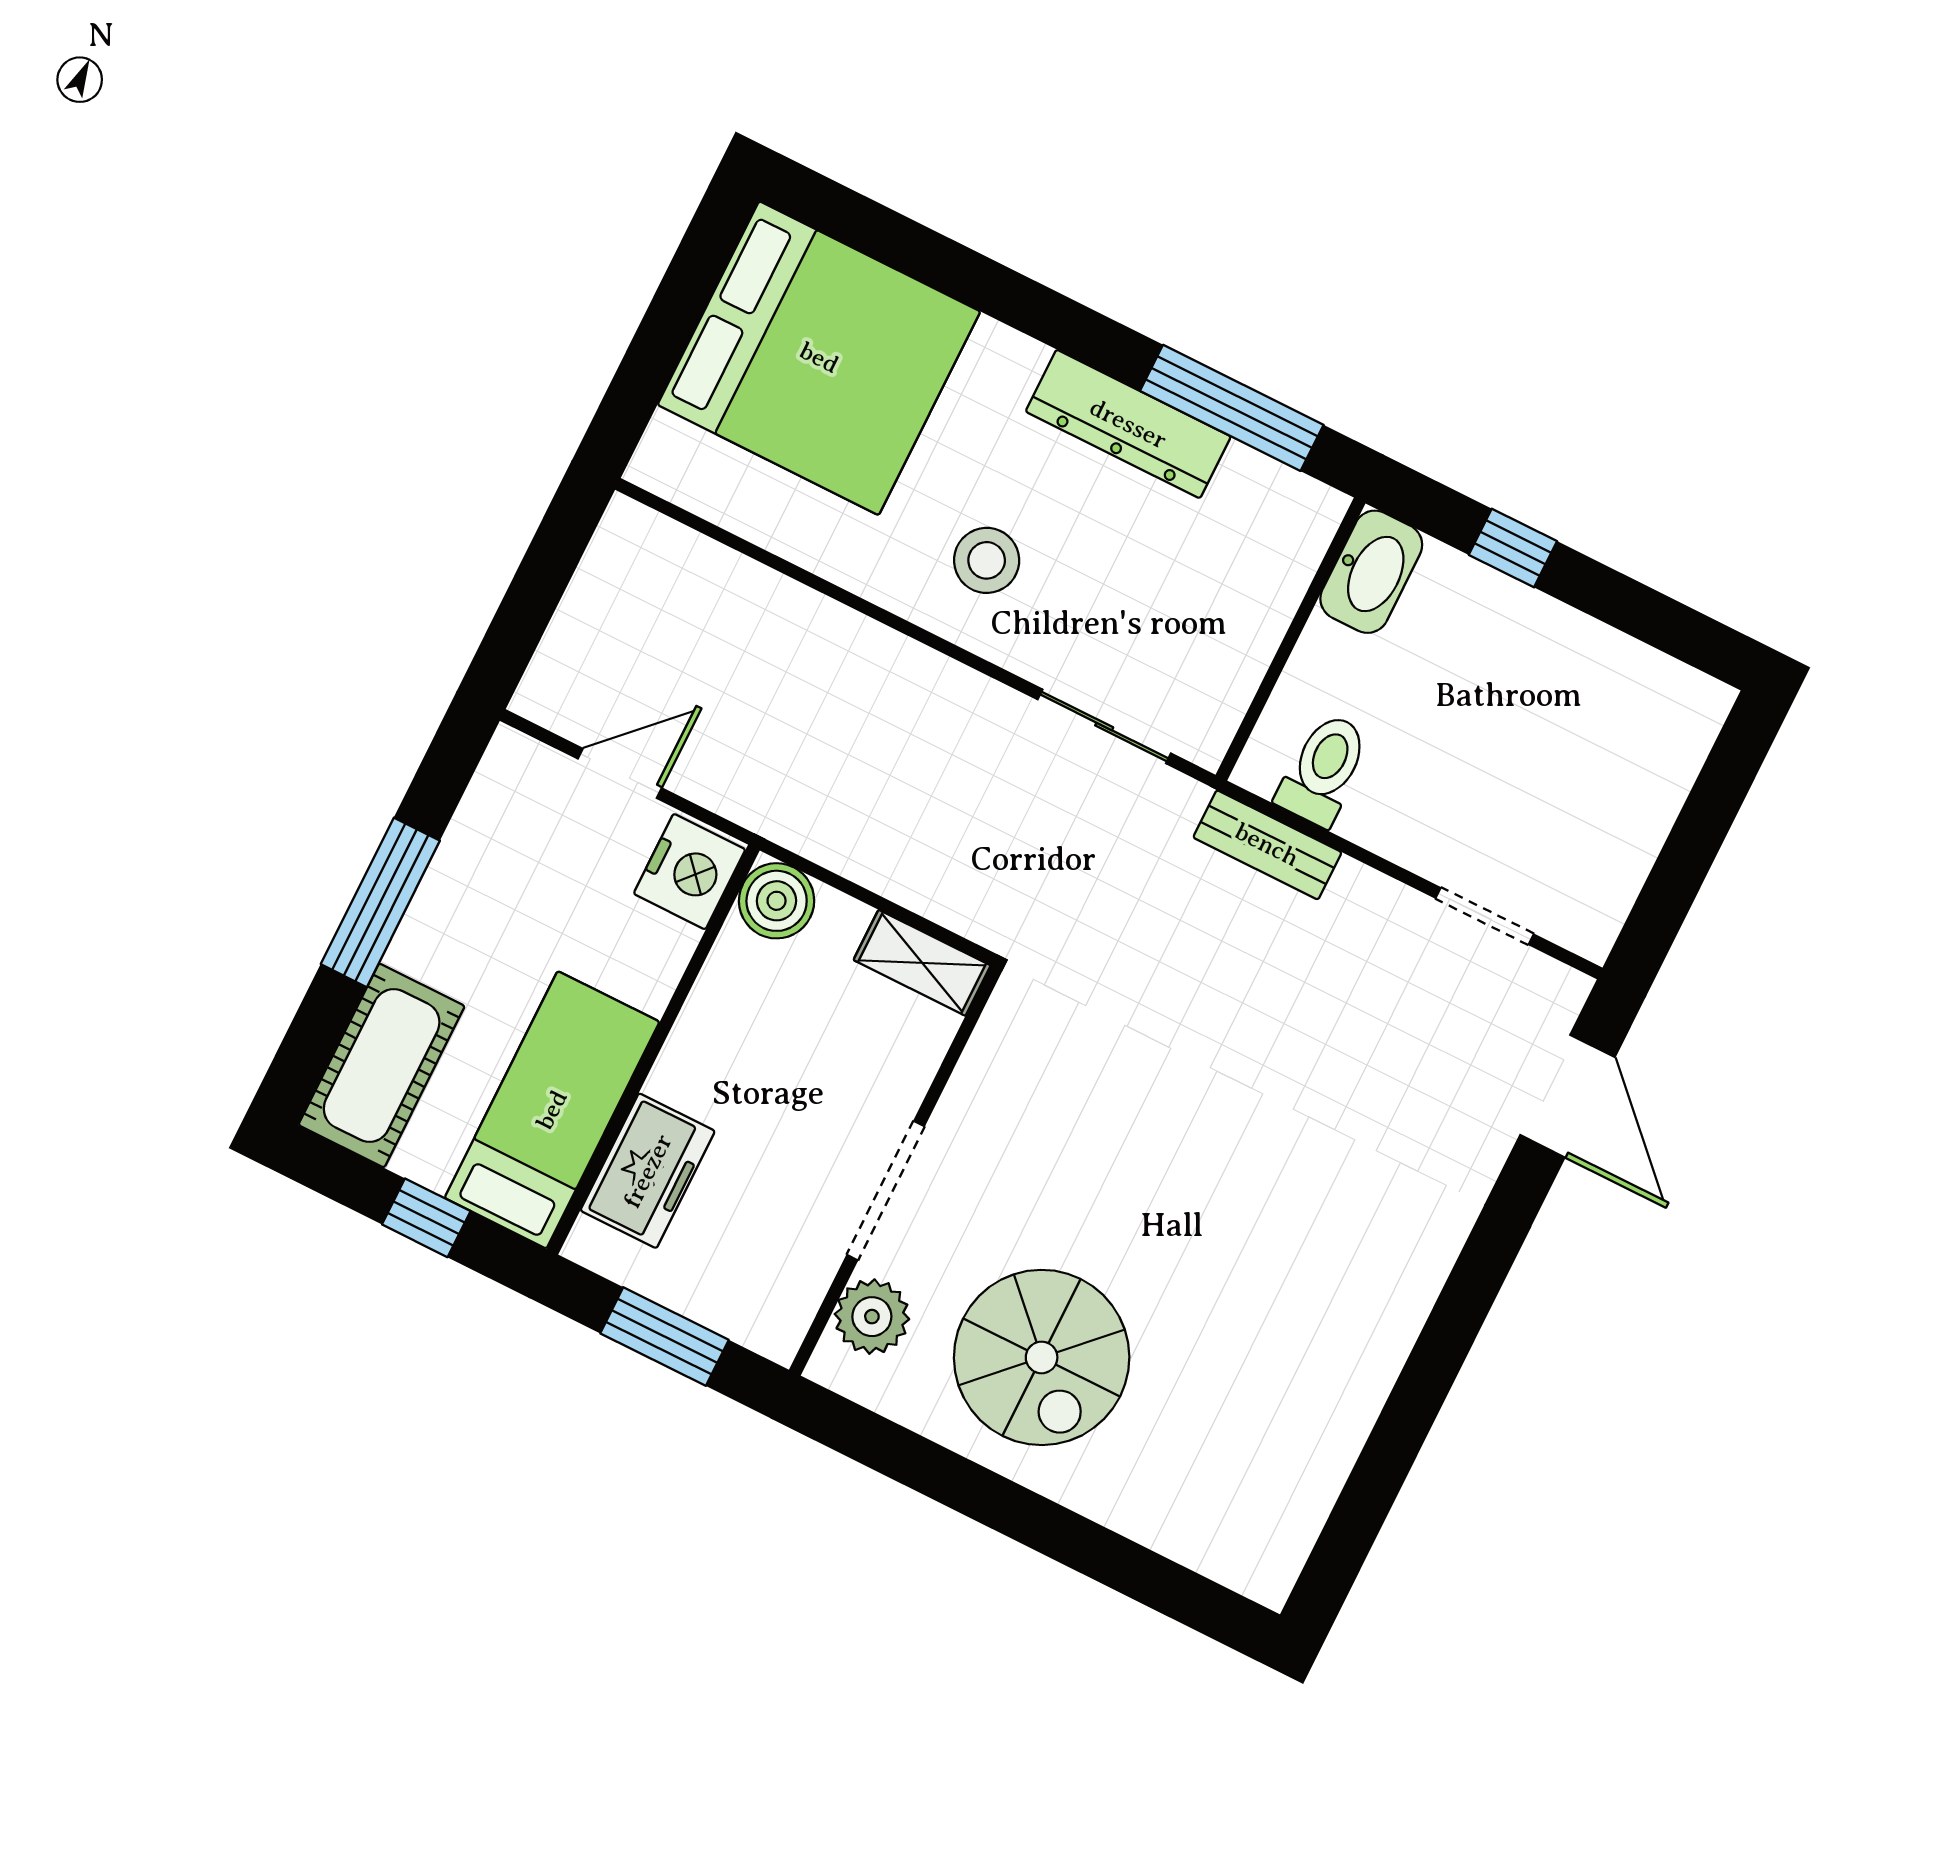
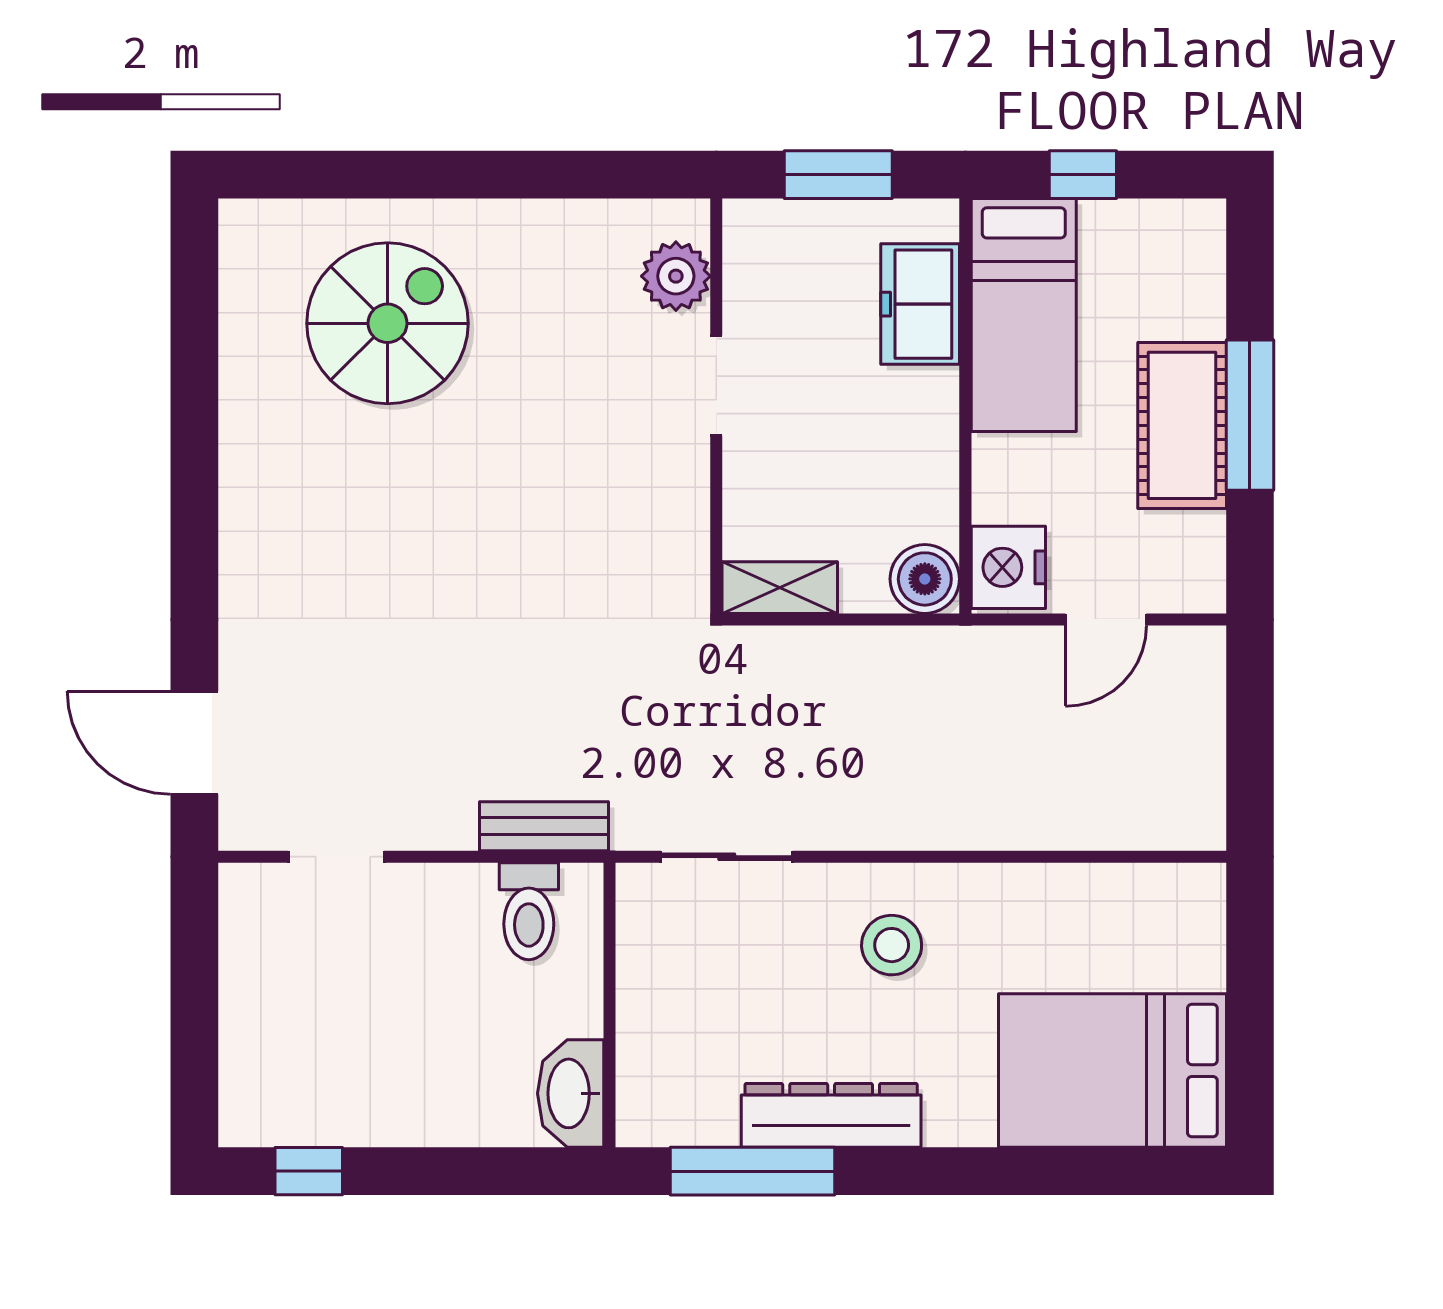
bed: (819, 358) -> (1112, 1071), width x0.73
window: (1513, 548) -> (309, 1171), moved
cot: (382, 1066) -> (1182, 425), moved
doorway: (886, 1191) -> (716, 385), width x0.73
spiral stairs: (1042, 1357) -> (388, 323), moved, turned 90

